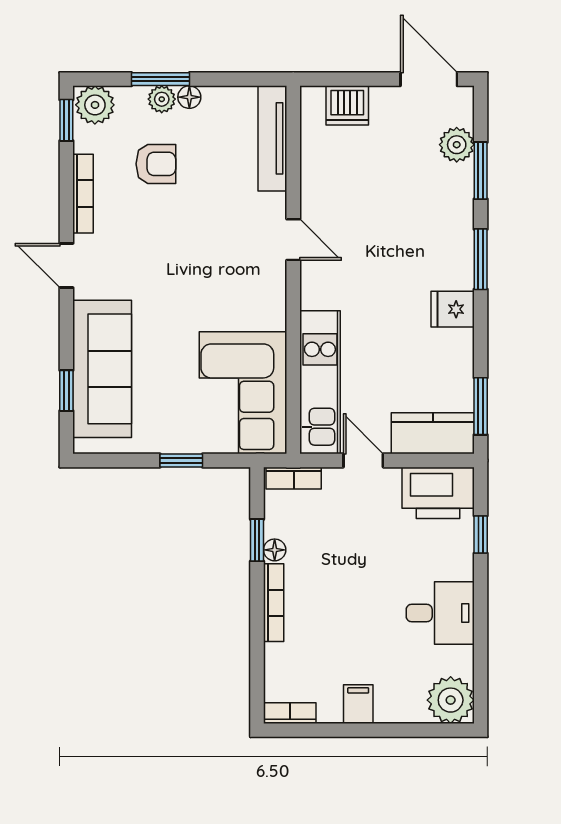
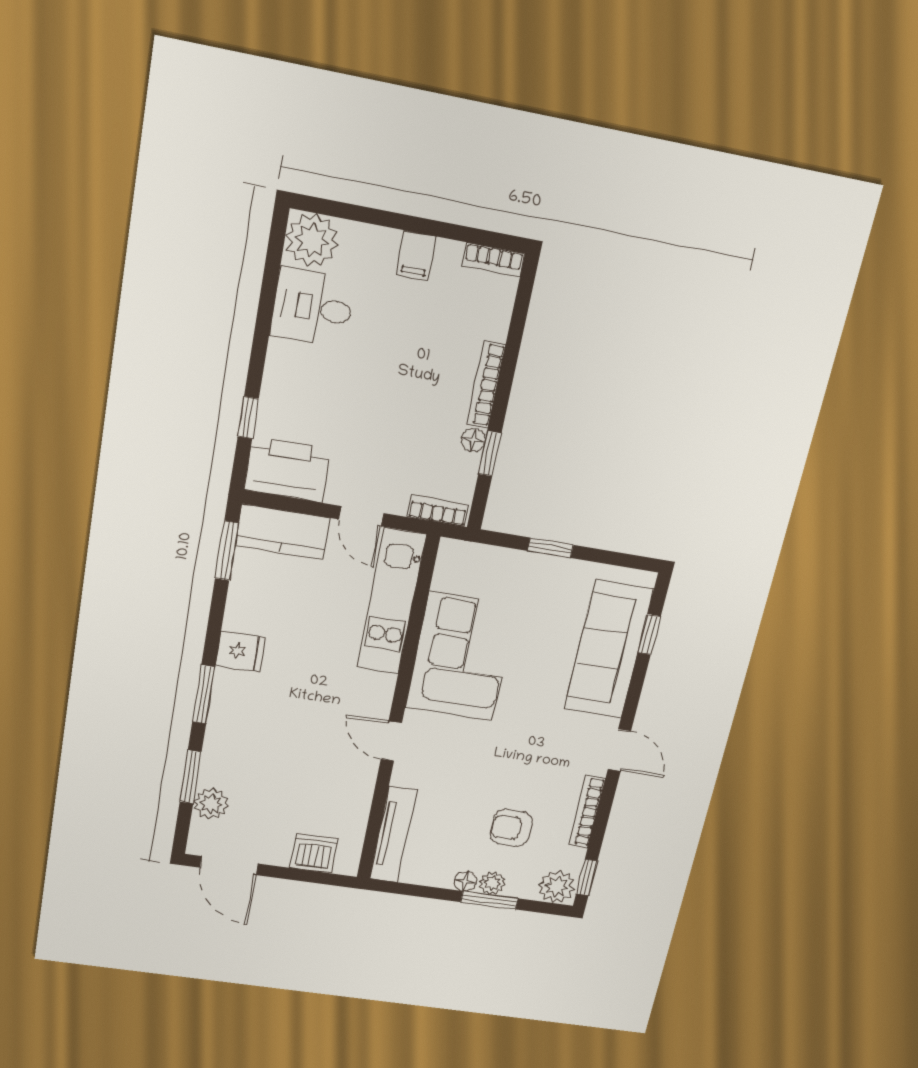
corner sofa: (243, 393) -> (461, 657), moved
desk: (440, 613) -> (312, 308), moved

